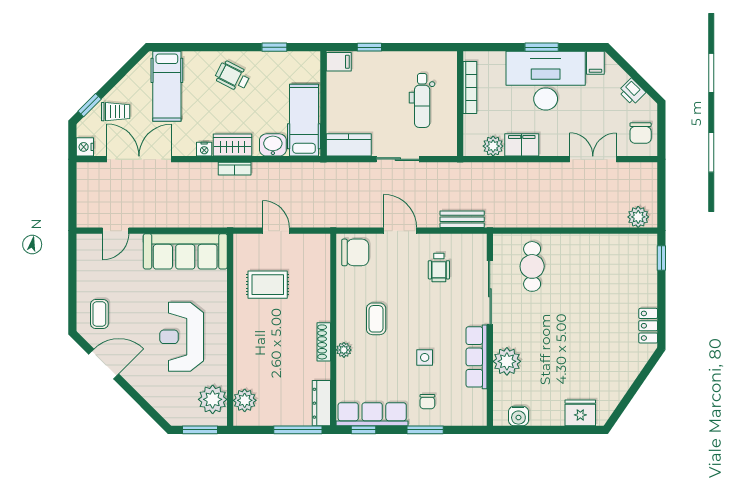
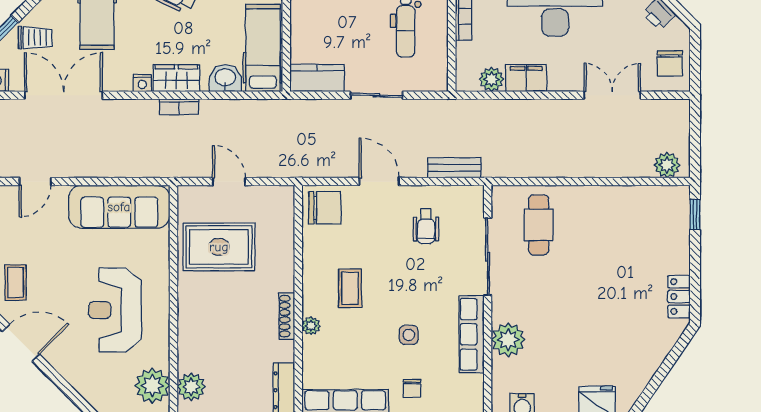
rug: (268, 285) -> (219, 247), width x1.36, depth x1.43

